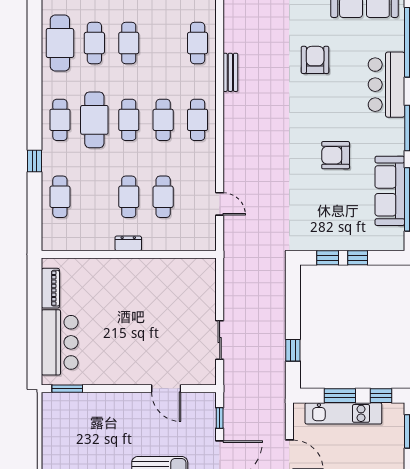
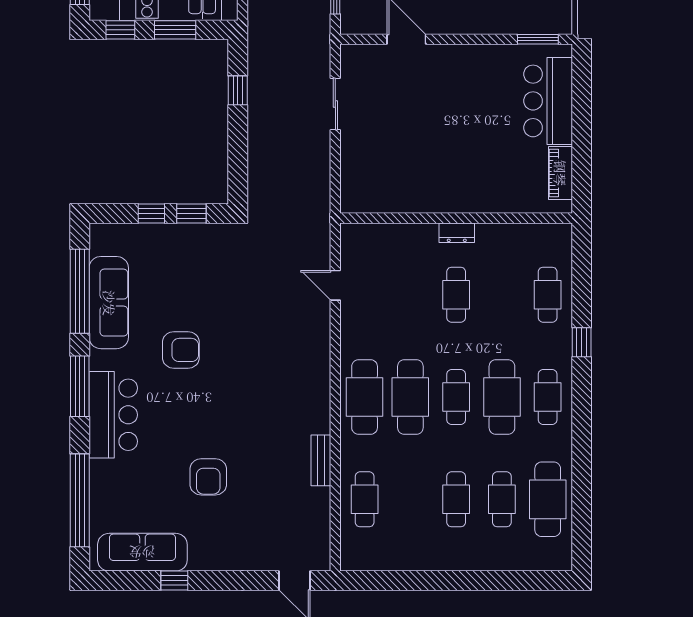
bar counter: (386, 85) -> (113, 415), moved
cafe table: (163, 120) -> (410, 397), width x1.37, depth x1.35
cafe table: (198, 120) -> (365, 397), width x1.37, depth x1.35
cafe table: (163, 197) -> (410, 295), removed

